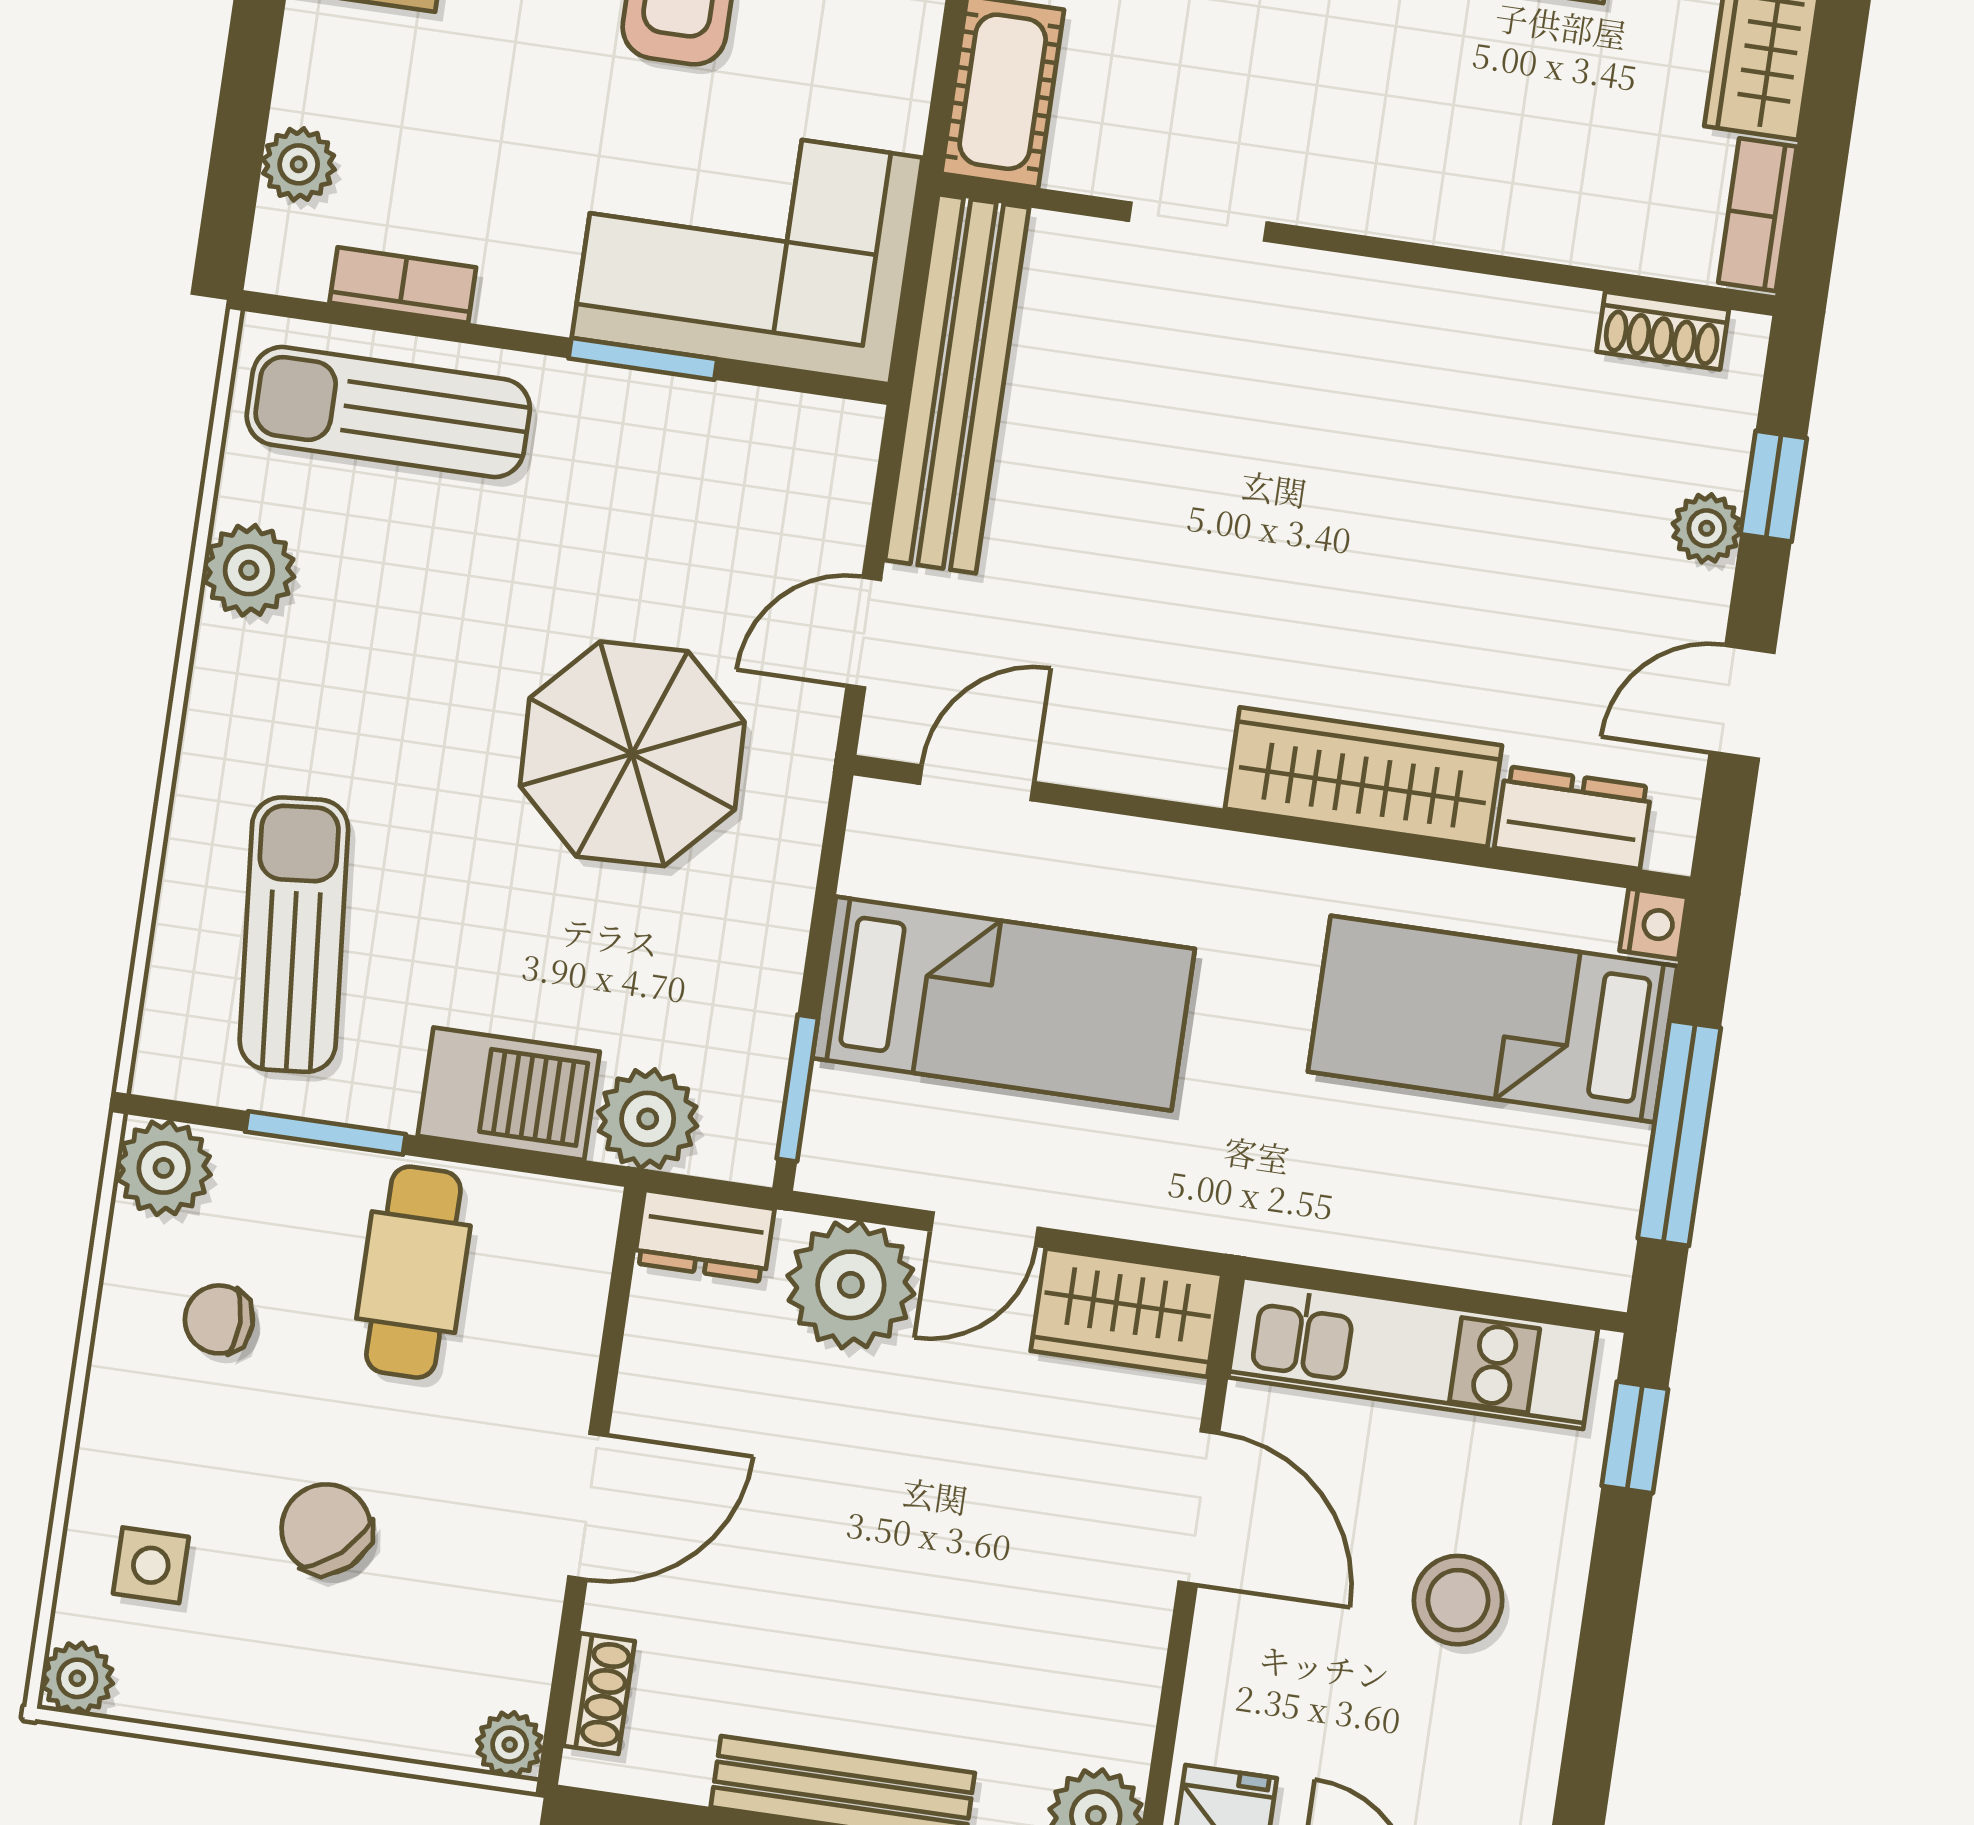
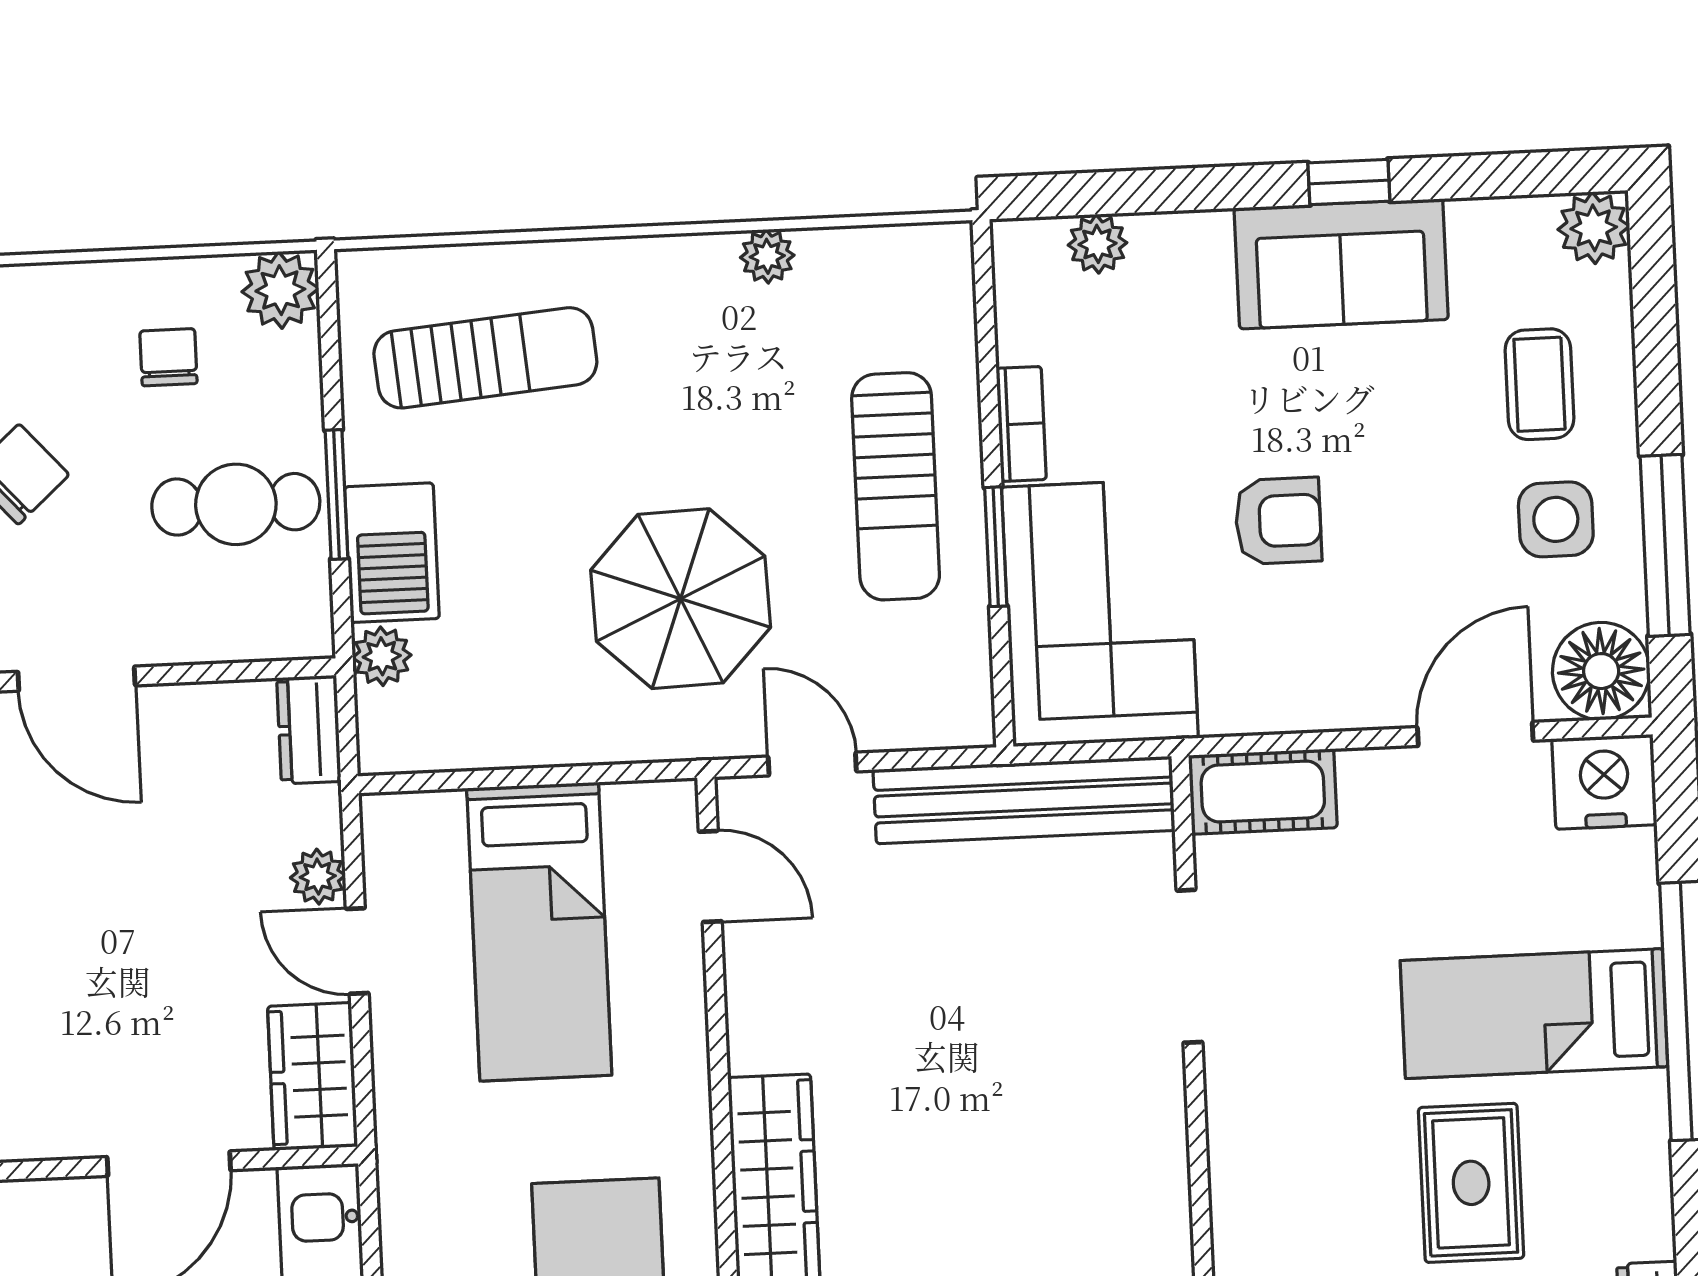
doorway: (1198, 222) -> (1189, 966), width x1.38
bookcase: (403, 285) -> (1021, 424), moved
sun lounger: (388, 412) -> (896, 486), moved, turned 180
plant: (249, 570) -> (767, 256), width x0.73, depth x0.73
window: (797, 1088) -> (441, 781), removed
plant: (648, 1119) -> (382, 656), width x0.73, depth x0.73
window: (326, 1133) -> (336, 494), moved
plant: (851, 1285) -> (318, 877), width x0.53, depth x0.53

